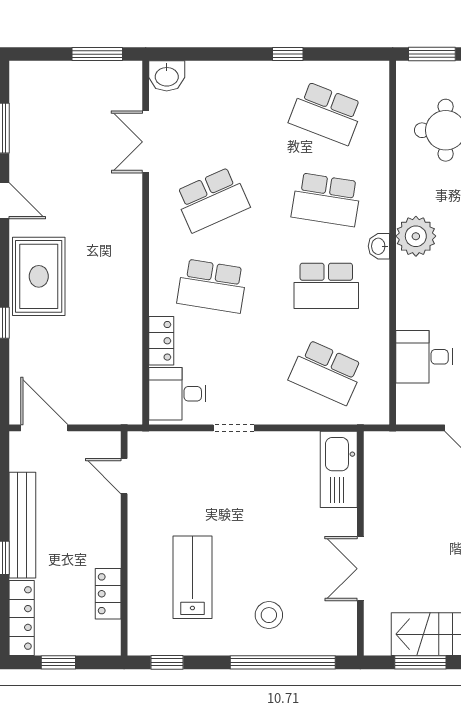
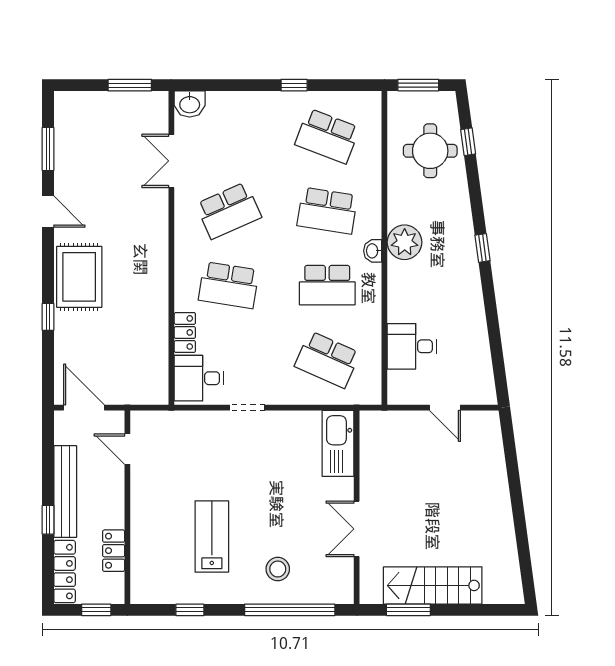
door: (124, 476) -> (127, 449), moved
wall: (124, 543) -> (127, 507), moved
locker: (108, 594) -> (114, 551), moved

